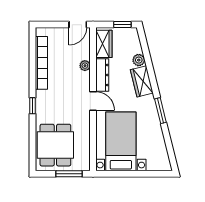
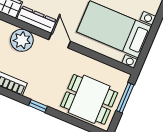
plant: (85, 66) -> (22, 40), width x1.87, depth x1.87
door: (93, 101) -> (60, 41), hinge flipped

